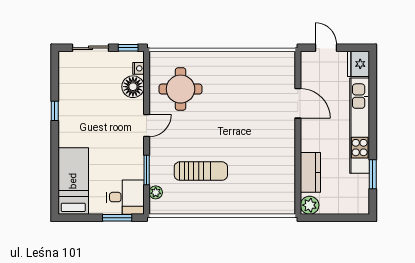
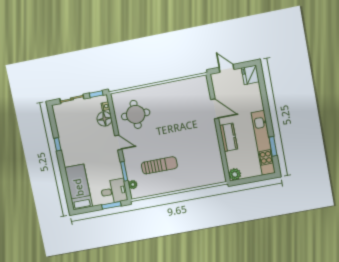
door: (147, 126) -> (118, 143), hinge flipped
kitchen unit: (360, 126) -> (263, 143), moved
kitchen counter: (310, 172) -> (229, 137), moved

